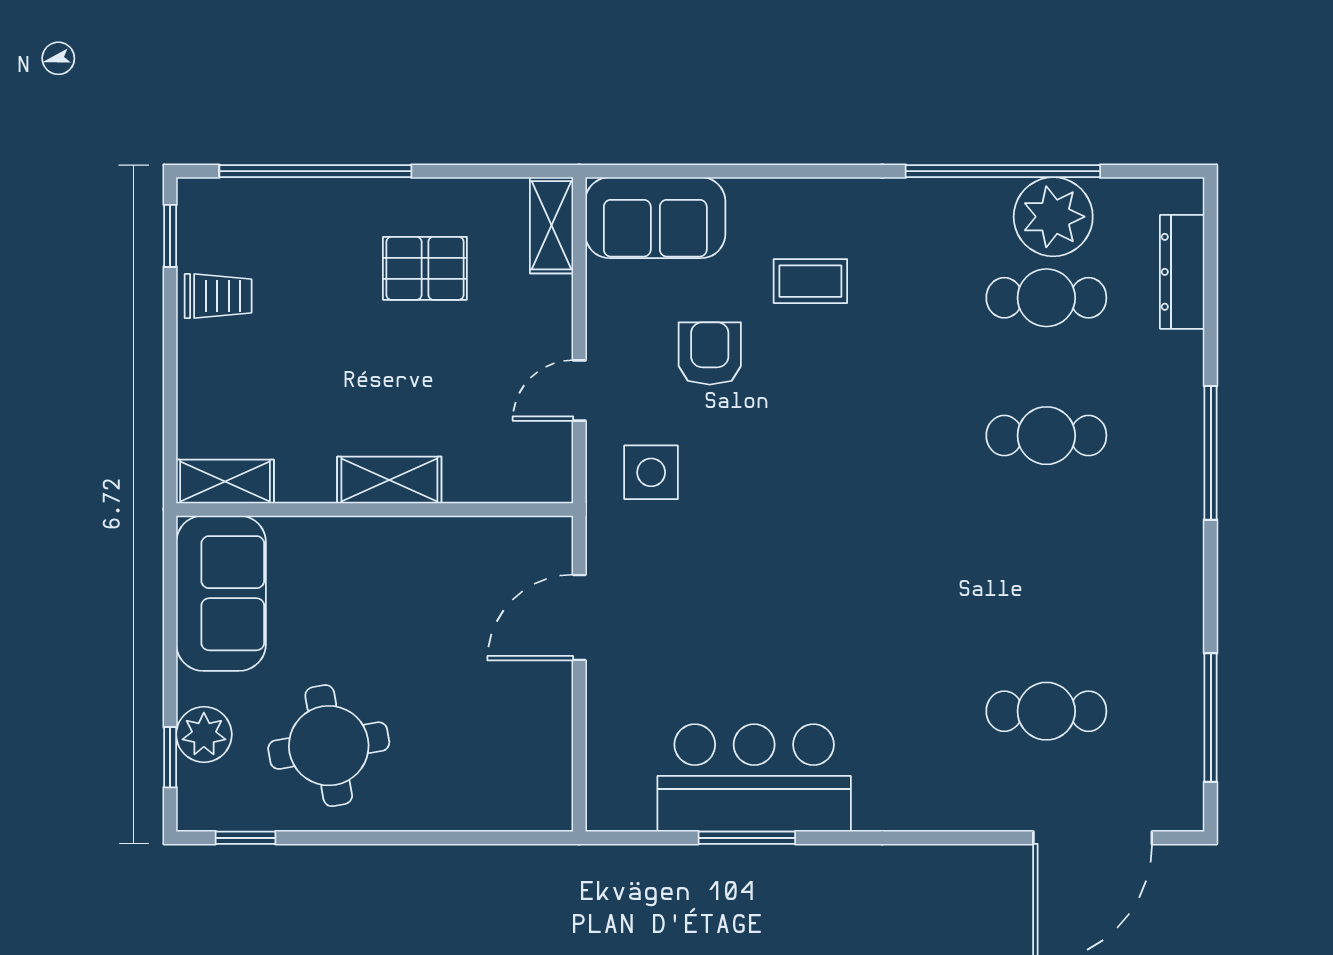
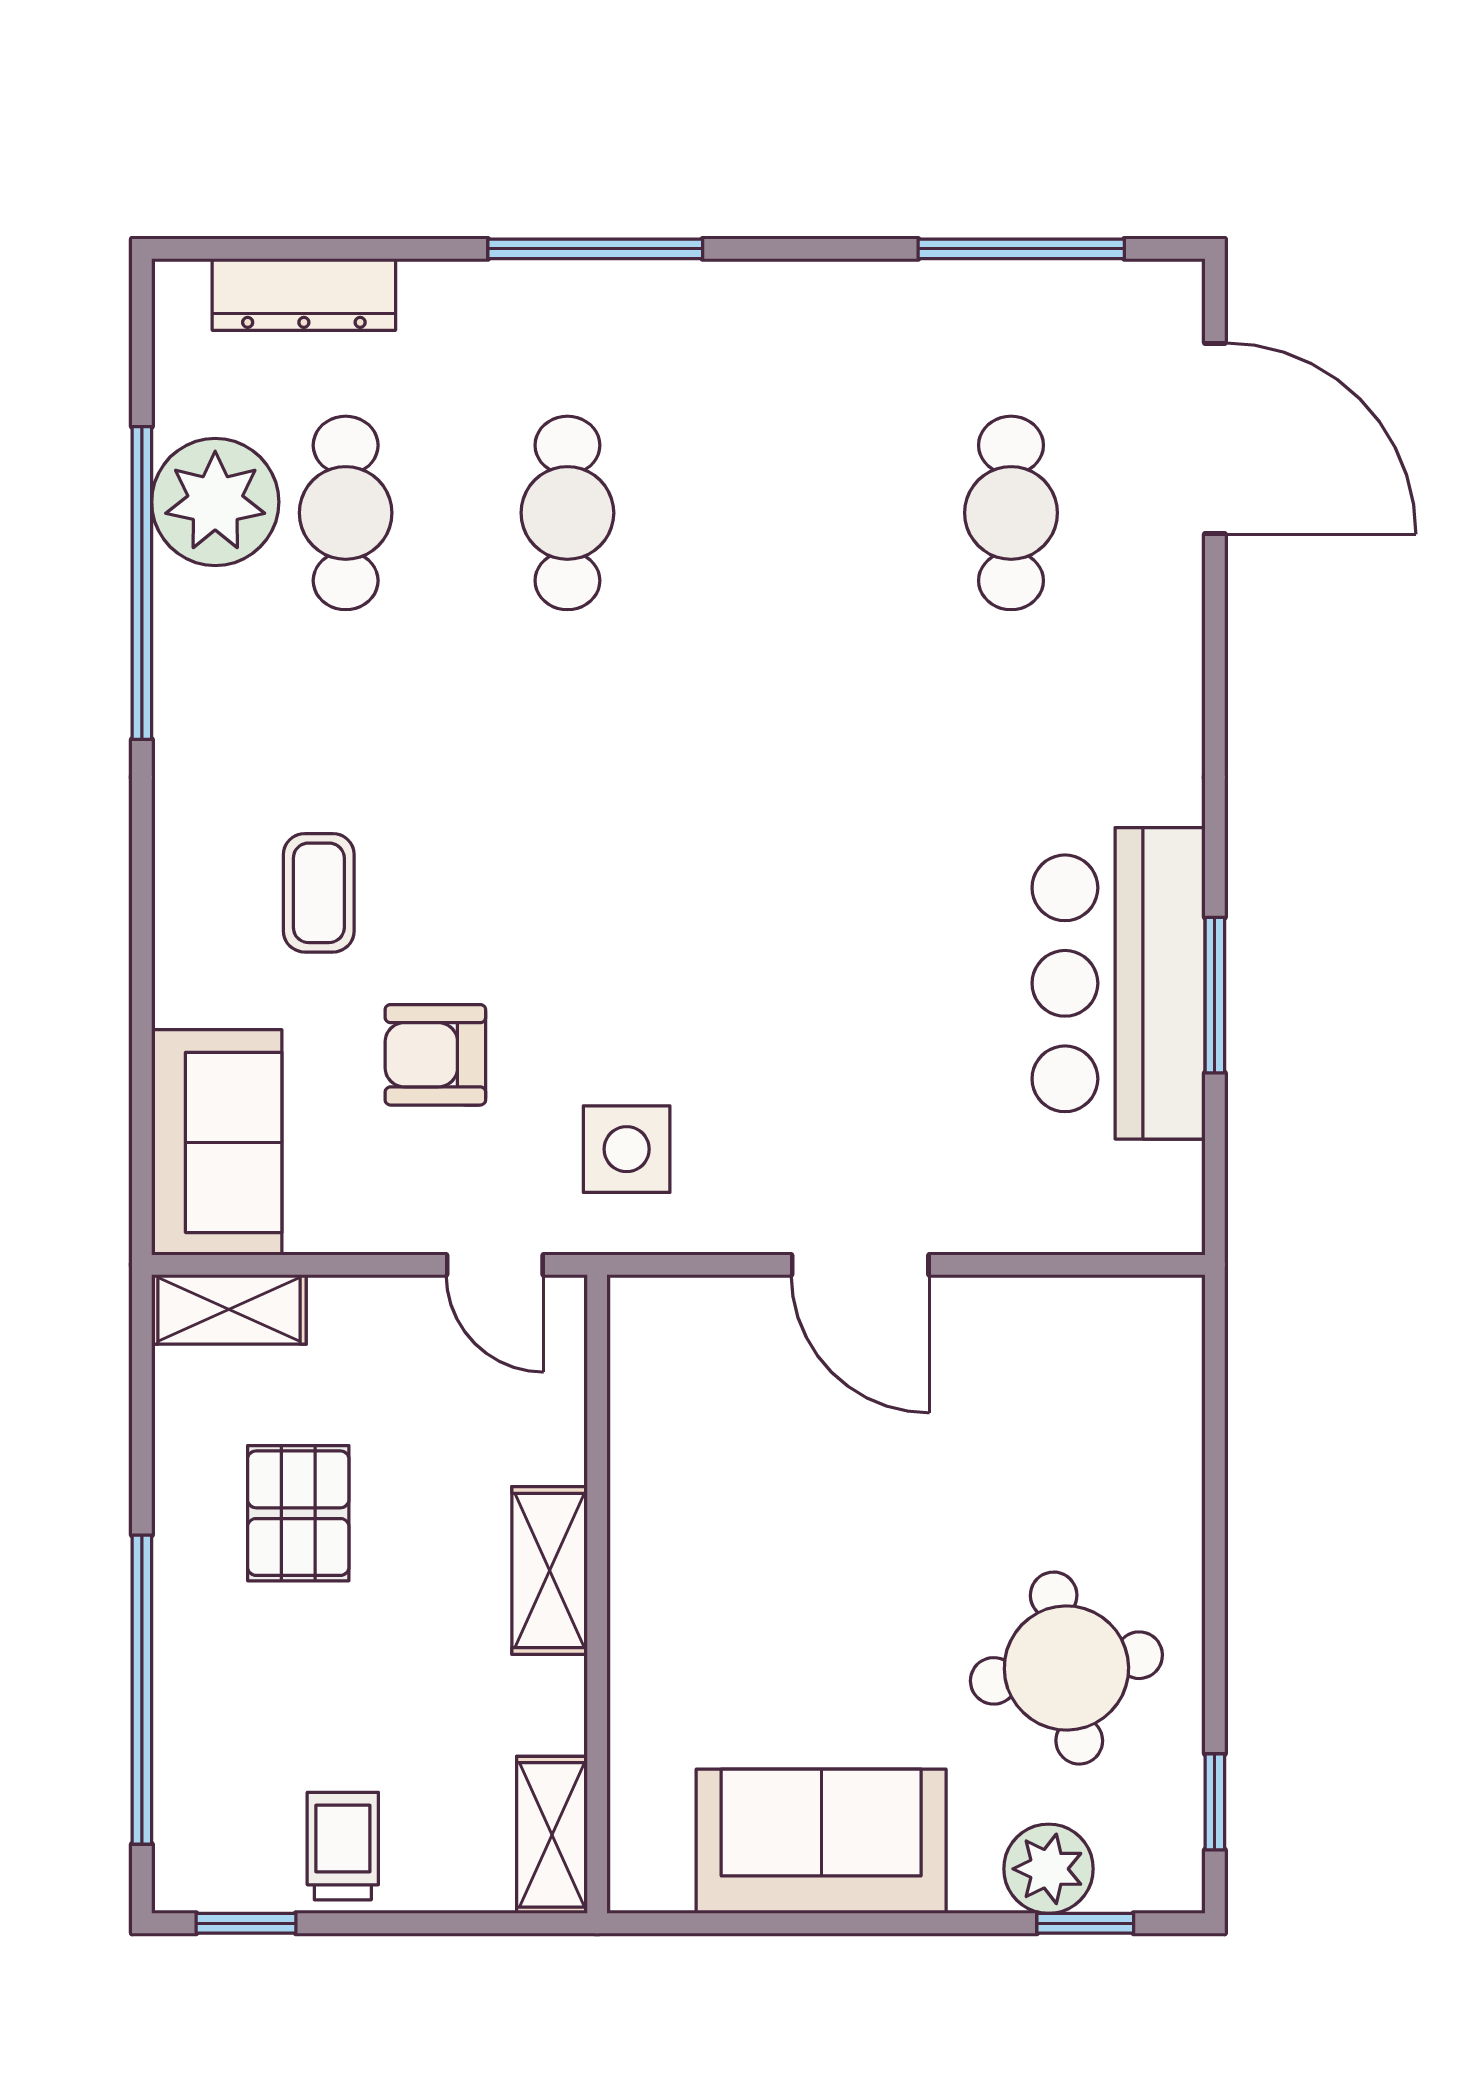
shelving: (389, 480) -> (550, 1570), moved
shelving: (225, 481) -> (552, 1835), moved
wall: (375, 510) -> (597, 1594), moved

